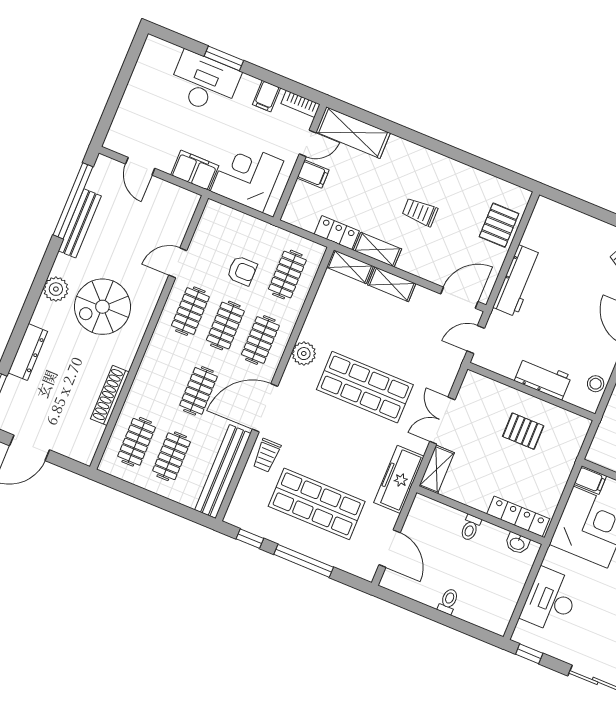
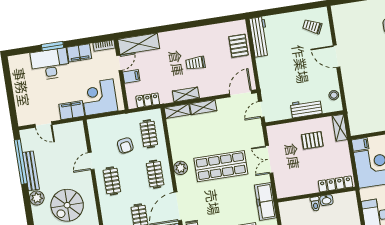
filing cabinet: (266, 96) -> (79, 53), width x2.00
locker: (337, 233) -> (148, 100), moved
armchair: (242, 271) -> (125, 145), turned 81
workbench: (517, 281) -> (259, 37), moved
plant: (56, 289) -> (37, 198), moved
clothes rail: (225, 326) -> (133, 178), removed
shelving: (437, 469) -> (340, 128), moved
washbasin: (517, 543) -> (326, 200), moved

